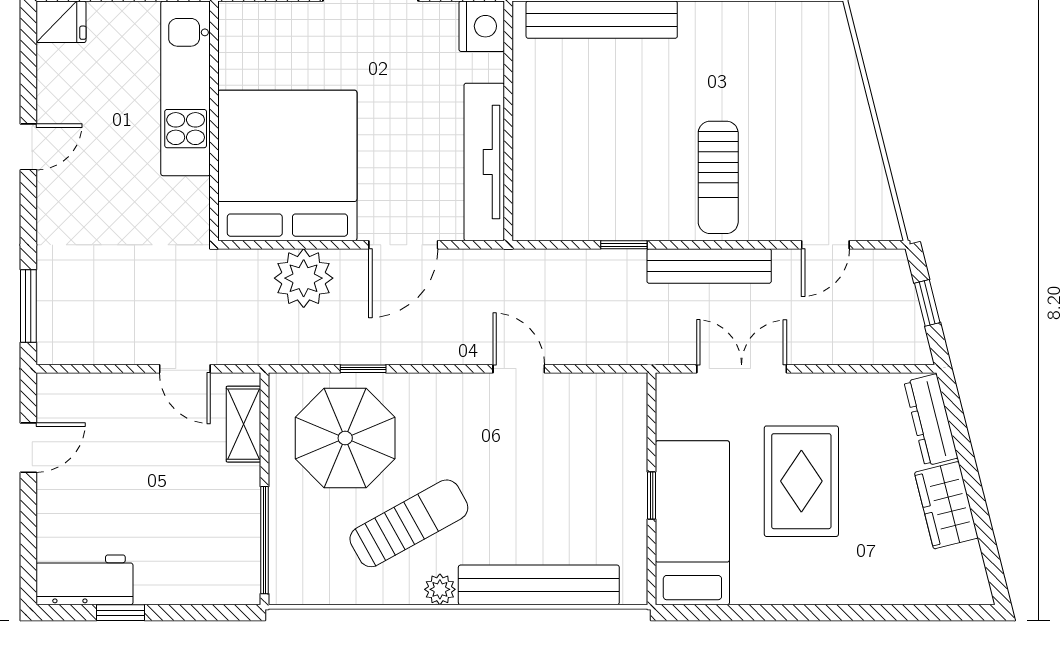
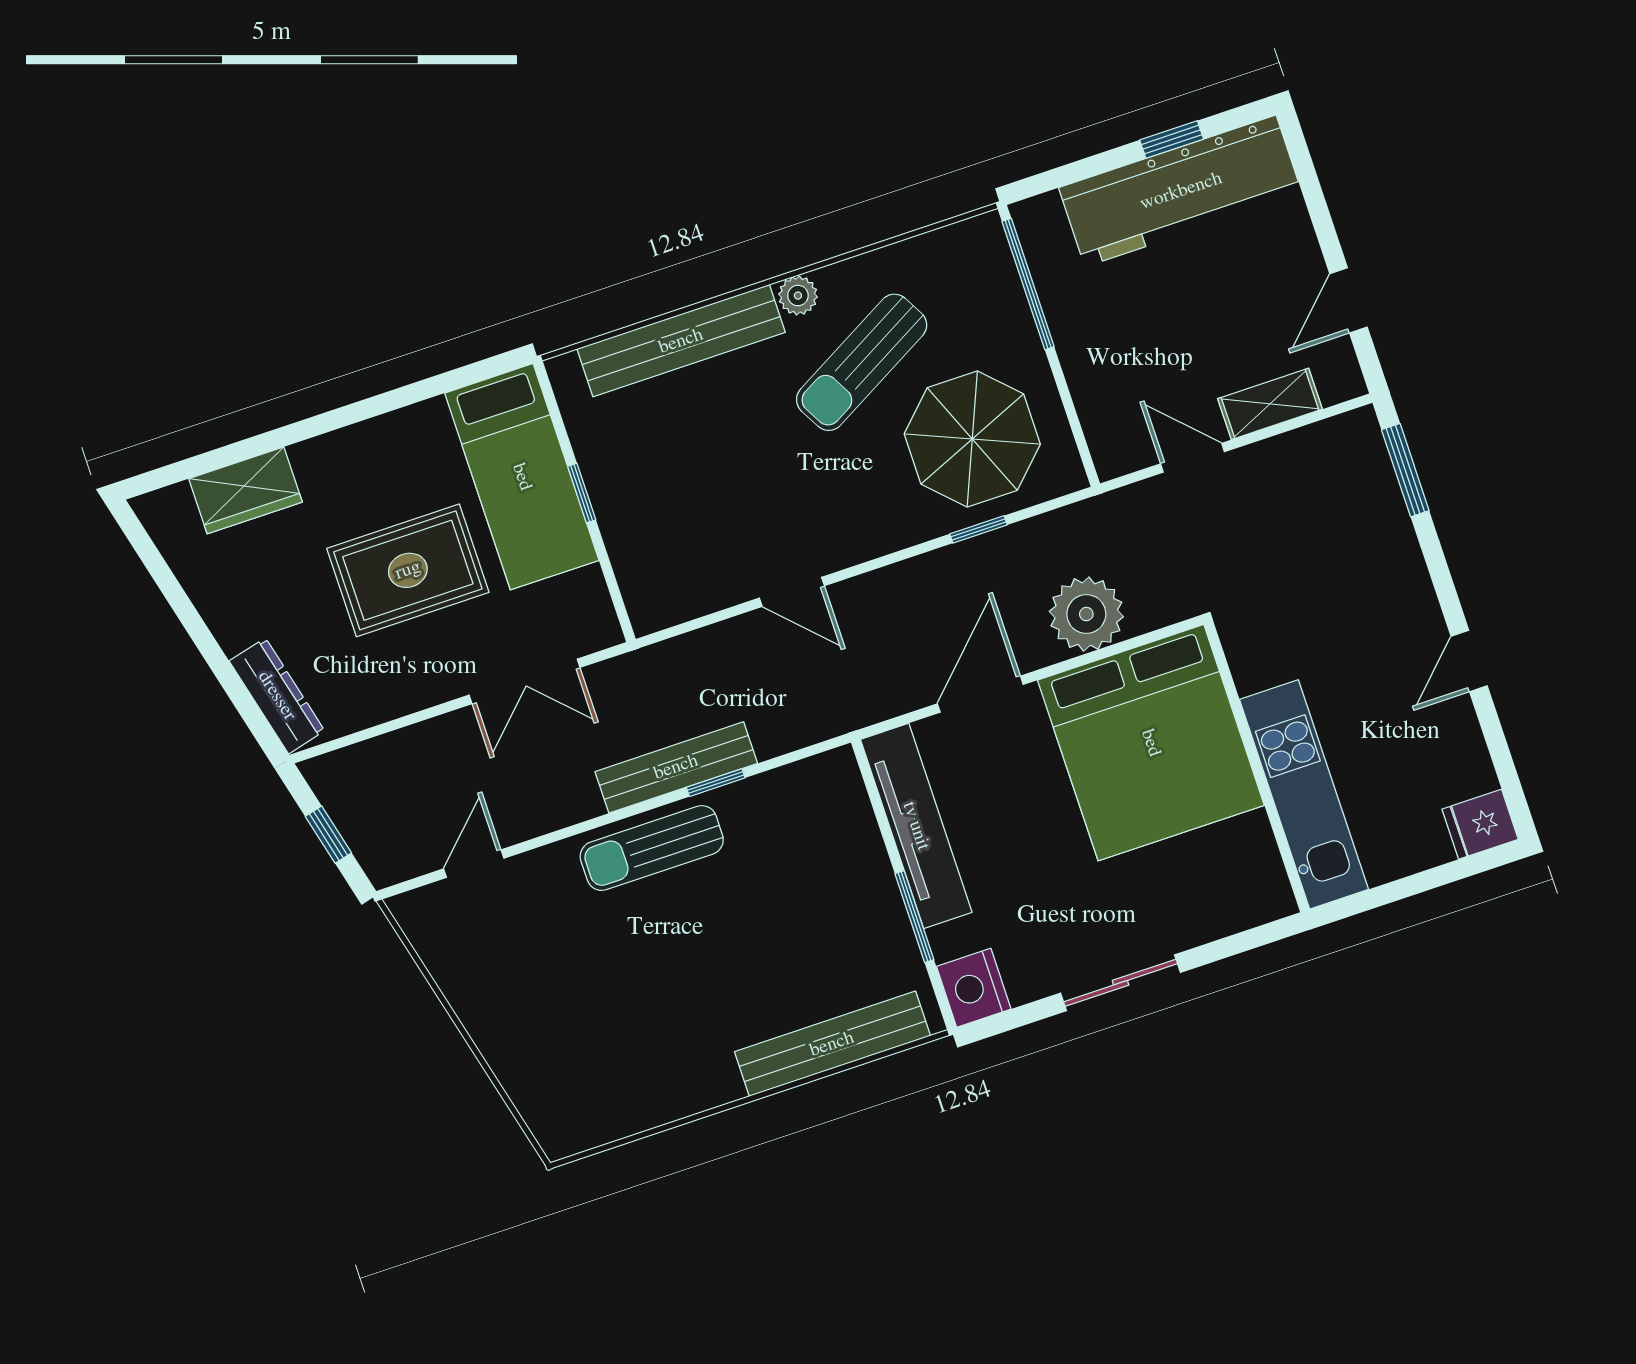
window: (508, 94) -> (914, 917), added
sun lounger: (718, 177) -> (652, 848), moved, turned -90
bench: (709, 266) -> (676, 767), moved
shelving: (243, 424) -> (1270, 404), moved, turned 90
rug: (801, 481) -> (408, 570), turned 90
wardrobe: (946, 505) -> (245, 490), moved, turned 104
workbench: (84, 580) -> (1181, 191), width x1.88, depth x1.32

